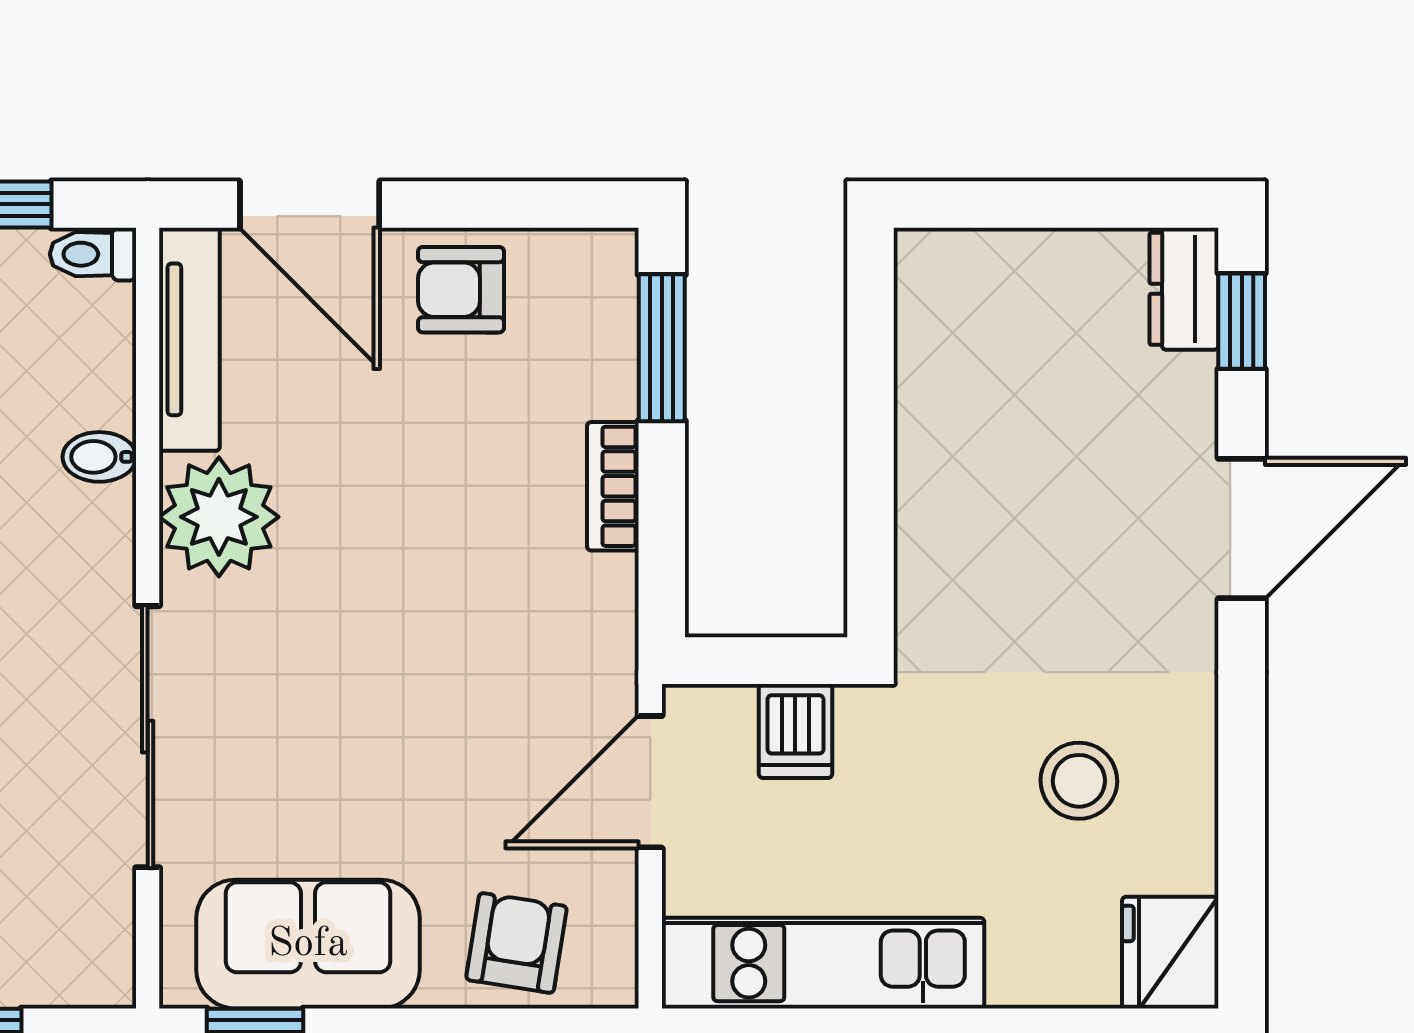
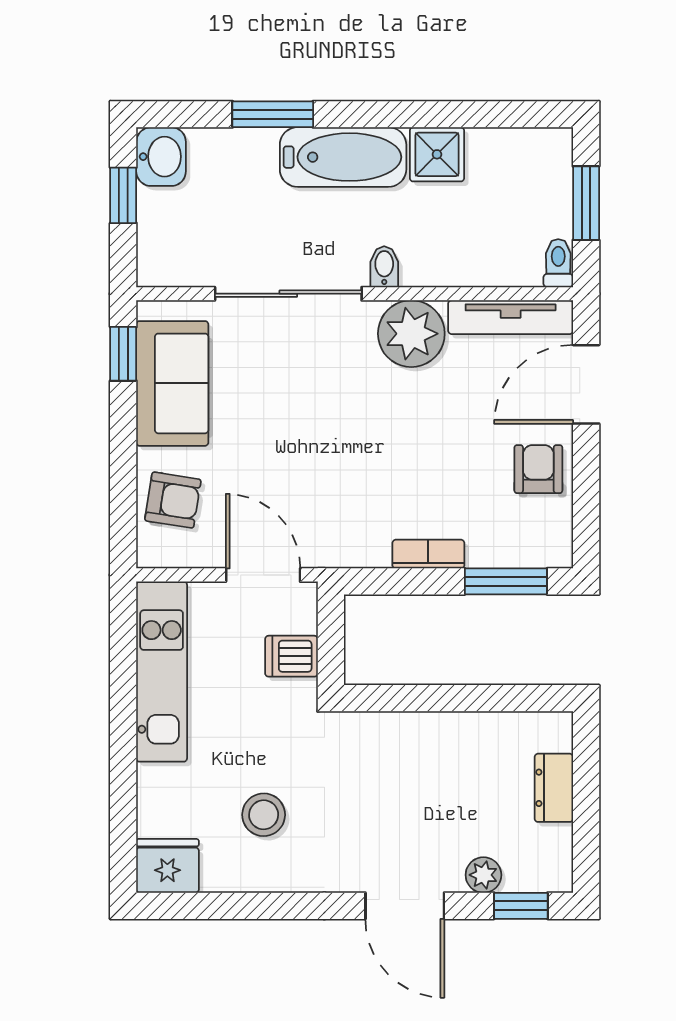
dresser: (1184, 289) -> (554, 788), moved, turned -90
plant: (1187, 388) -> (483, 875), added
bidet: (99, 457) -> (384, 267), moved

